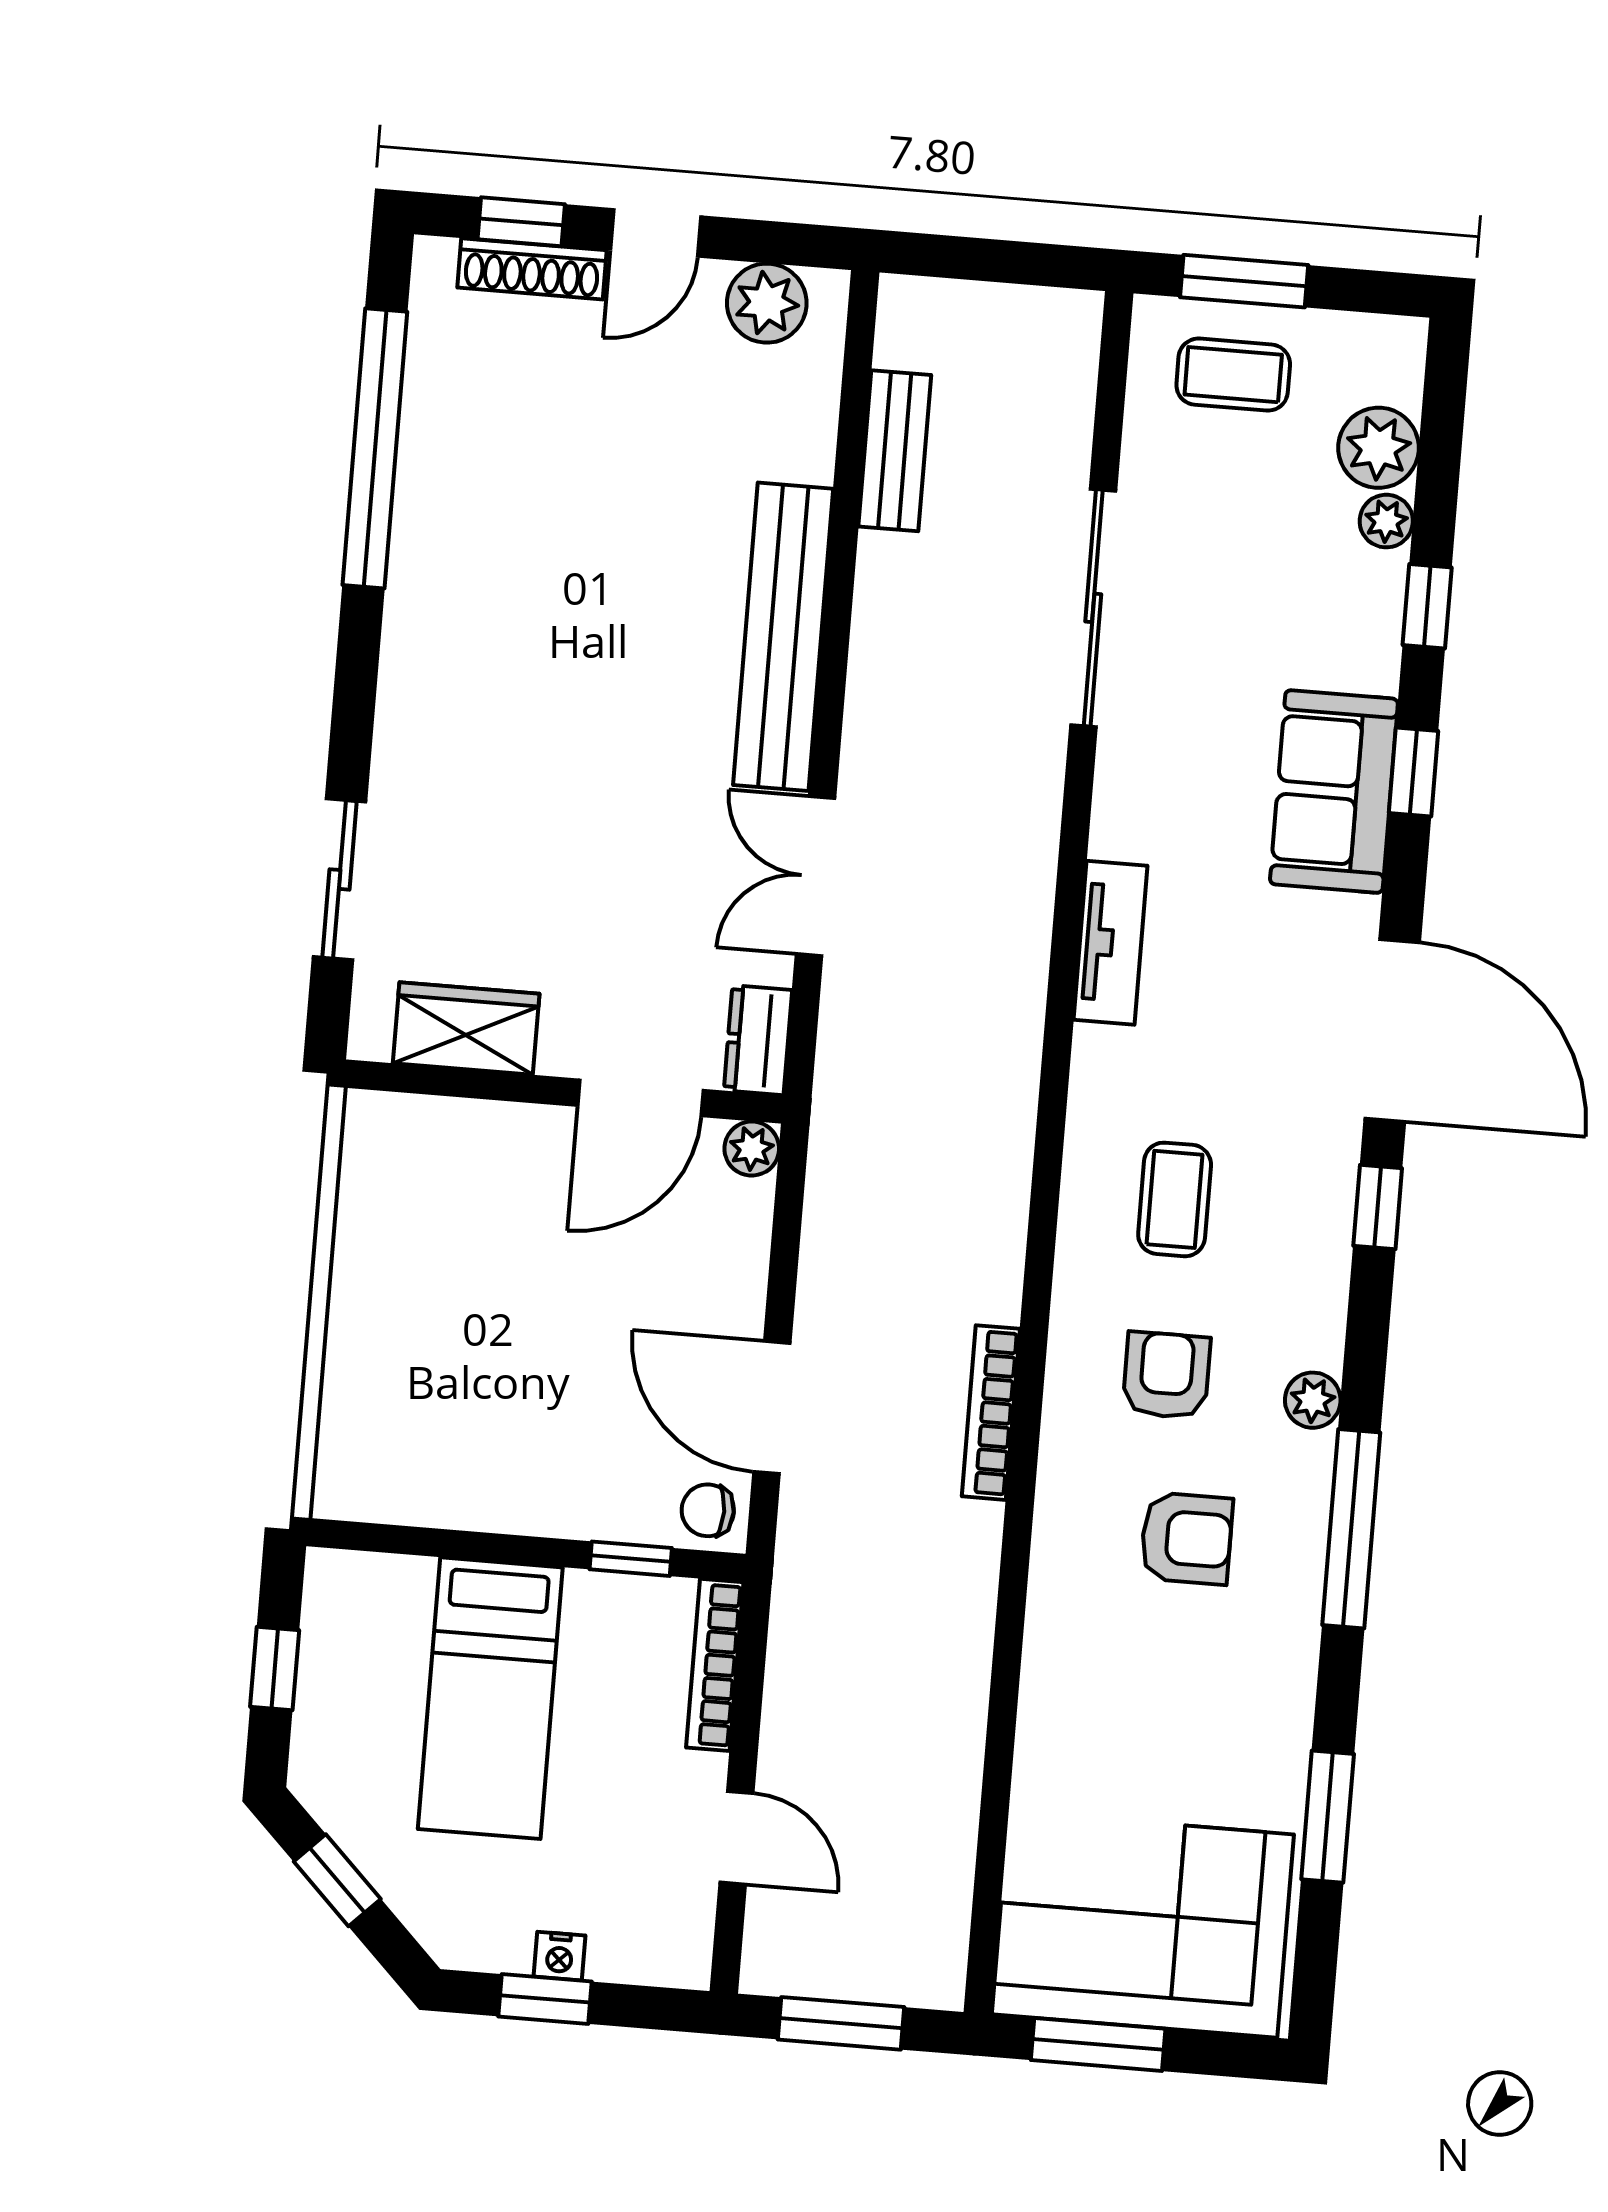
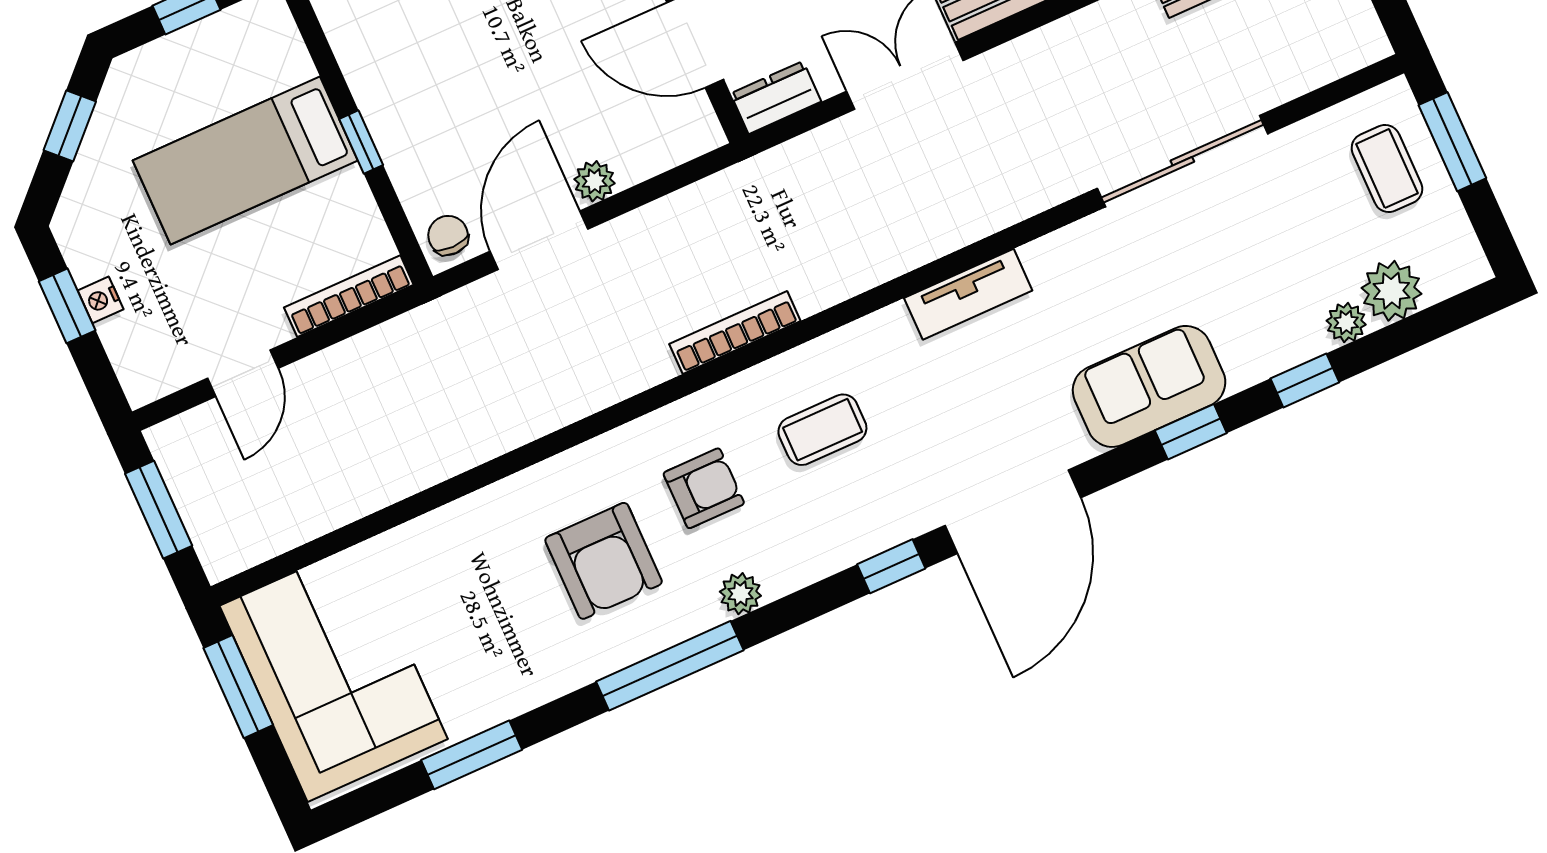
plant: (752, 1149) -> (595, 181), moved
bookcase: (991, 1413) -> (735, 332), moved
armchair: (1187, 1538) -> (604, 561), width x1.38, depth x1.38
window: (631, 1559) -> (361, 142), moved

